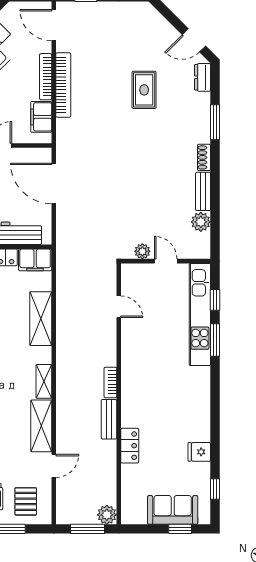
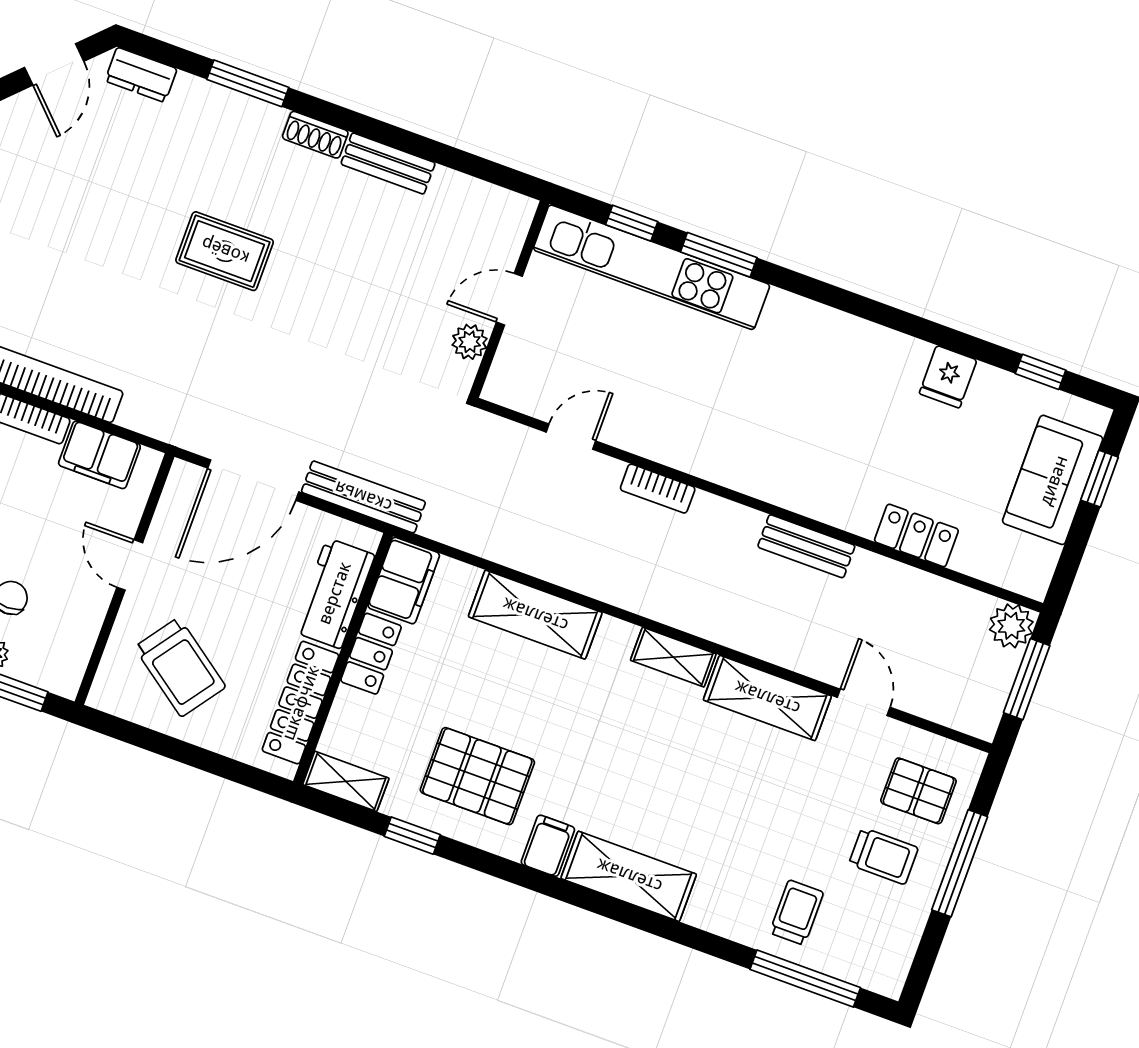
rug: (144, 90) -> (225, 251), moved
plant: (201, 222) -> (452, 192), removed
bench: (63, 231) -> (363, 497), added
bookcase: (110, 382) -> (658, 489), moved
locker: (130, 446) -> (916, 535), moved

